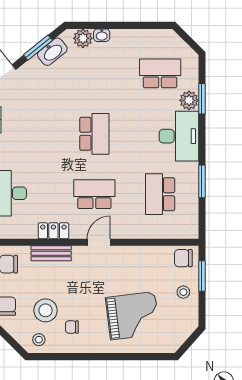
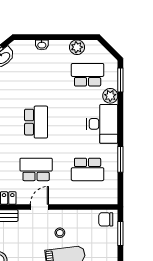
plant: (83, 38) -> (77, 47), moved
window: (202, 99) -> (120, 80), moved
school desk: (160, 194) -> (88, 169), turned -90
stool: (183, 292) -> (60, 233), moved

